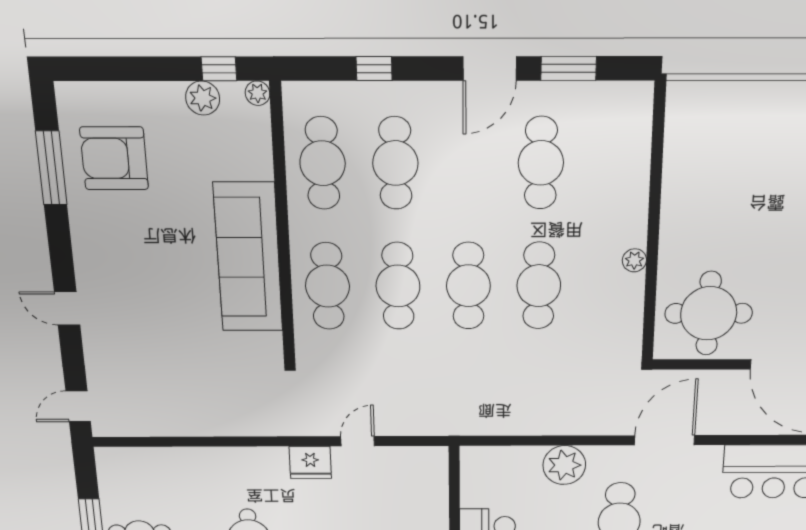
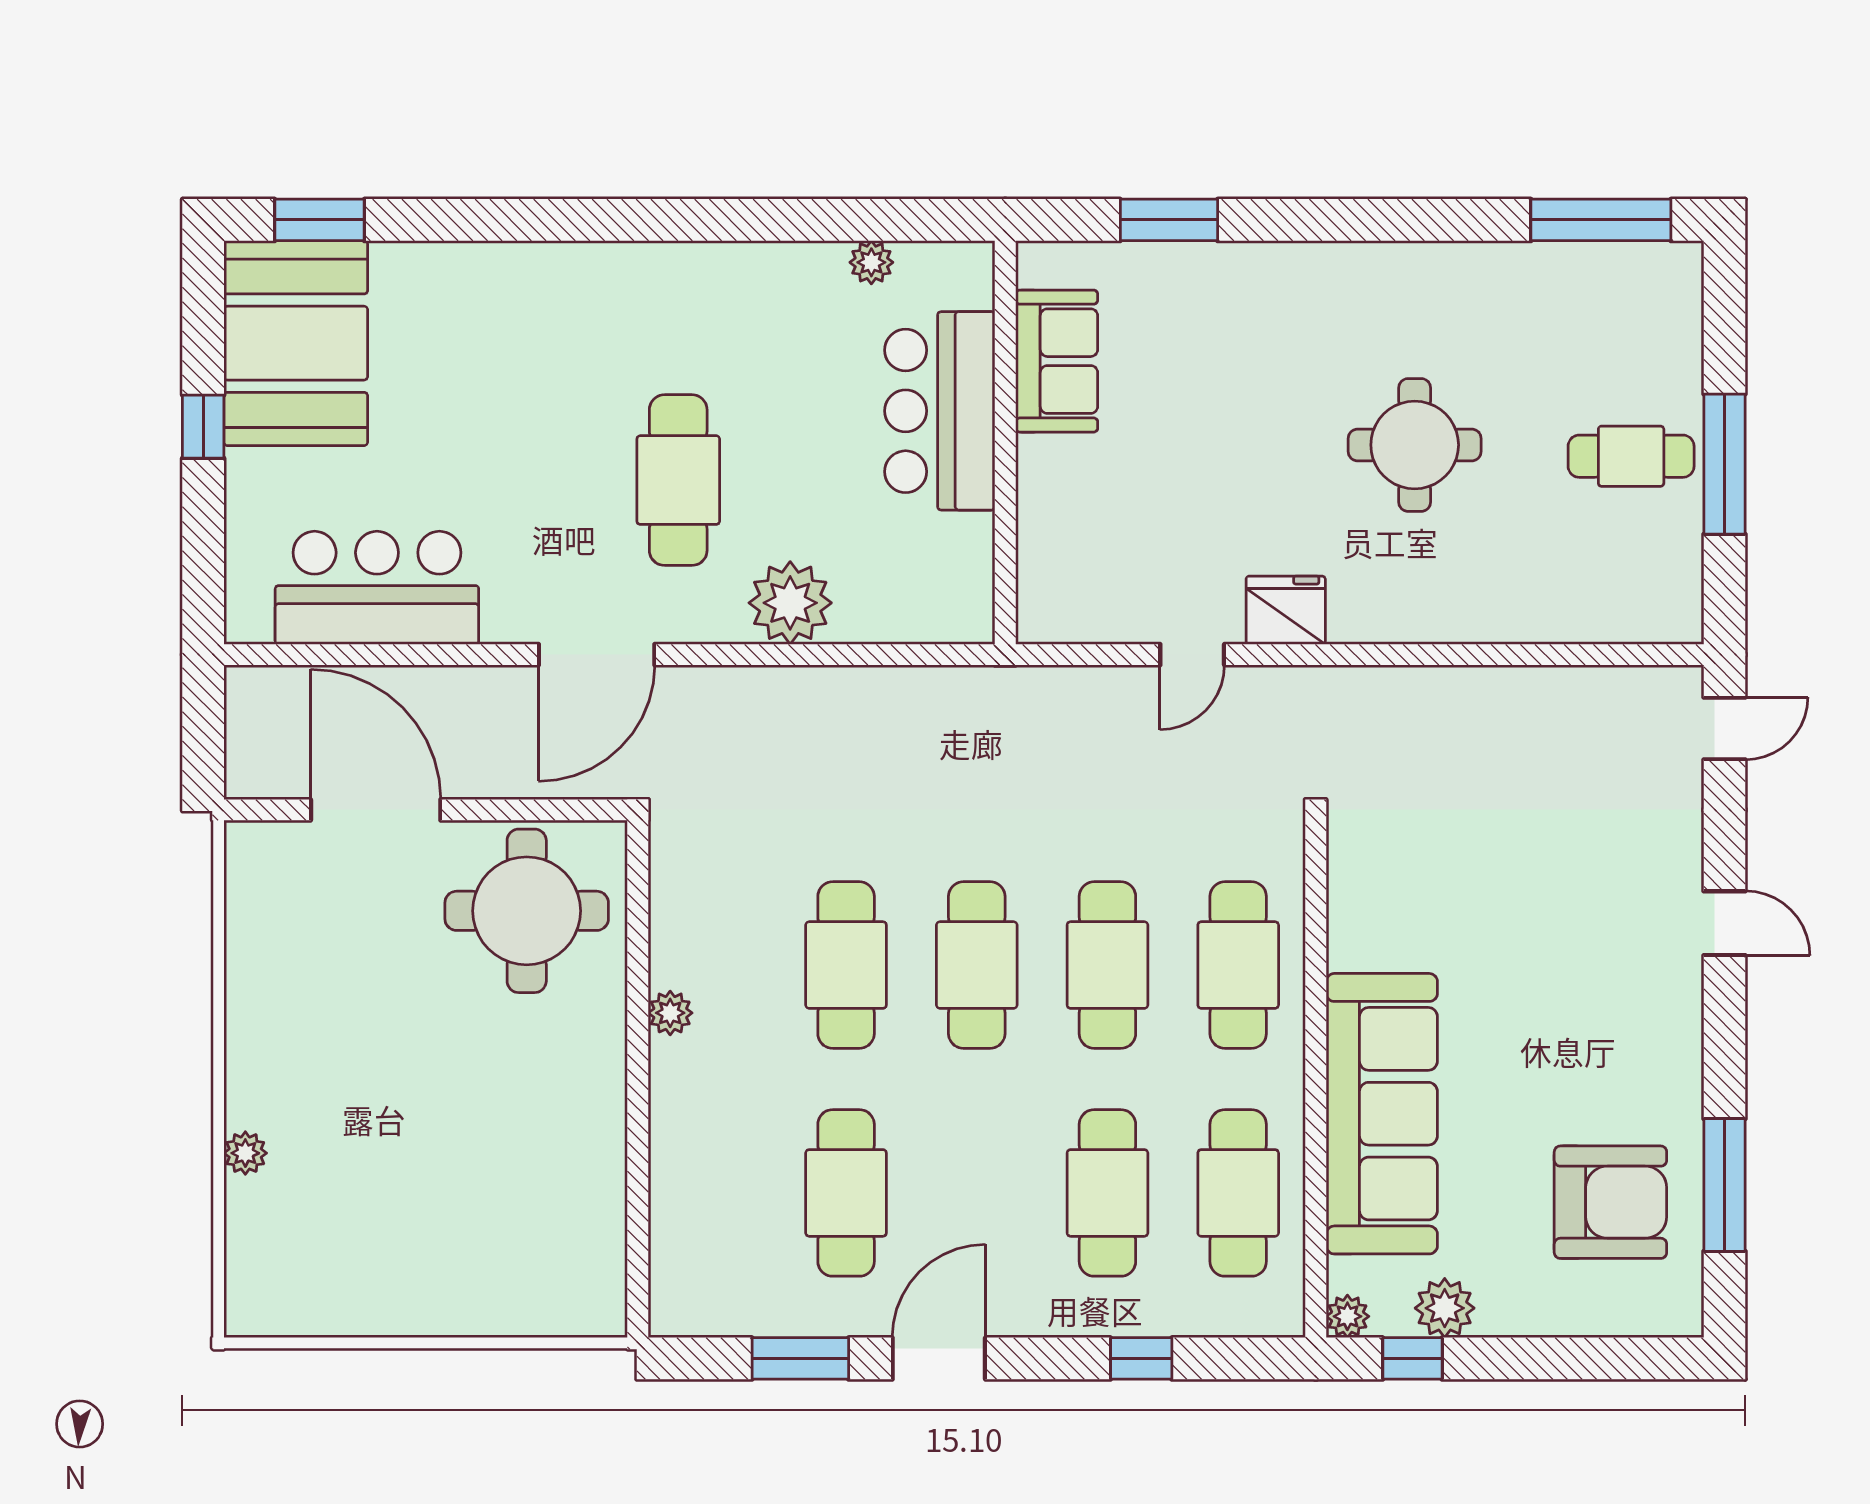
sofa: (248, 257) -> (1382, 1114), moved

